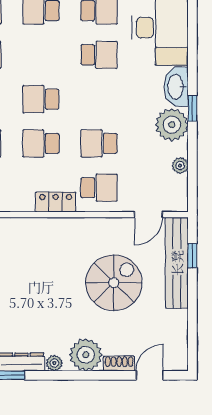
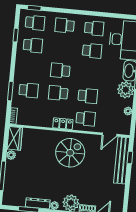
school desk: (99, 143) -> (88, 96), turned 180
spiral stairs: (114, 283) -> (70, 153), moved

